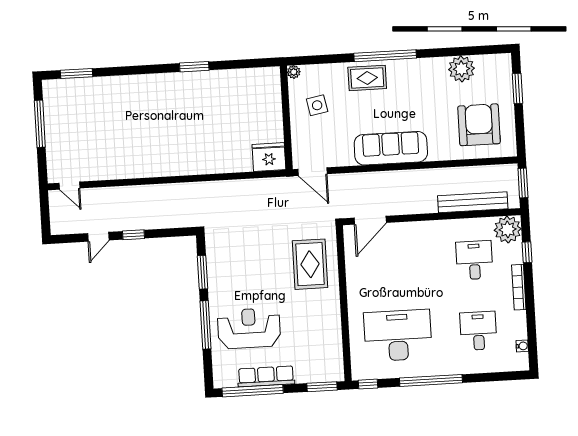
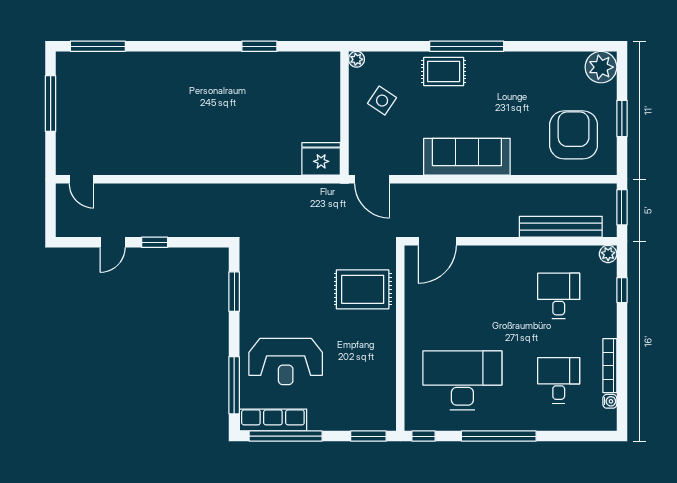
window: (194, 67) -> (259, 46), moved
plant: (461, 69) -> (601, 67), moved
window: (77, 73) -> (98, 46), width x1.44
window: (518, 89) -> (622, 118), moved
side table: (317, 105) -> (382, 101), turned 45
plant: (508, 229) -> (608, 254), width x0.53, depth x0.53
rug: (310, 264) -> (363, 289), turned 90
bookcase: (519, 287) -> (610, 366), moved
window: (206, 325) -> (234, 385), moved
reception desk: (249, 328) -> (286, 361), turned 180
row of seats: (266, 376) -> (273, 420), moved

